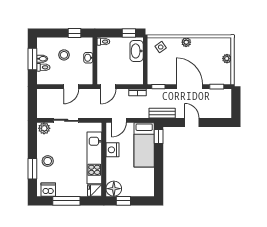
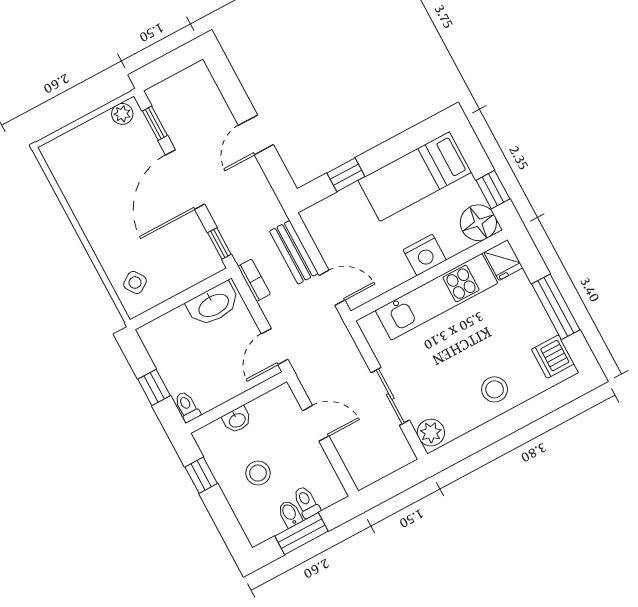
window: (129, 33) -> (154, 387), moved
plant: (186, 42) -> (97, 235), removed
washbasin: (137, 51) -> (213, 305), moved
plant: (227, 59) -> (122, 114), moved
door: (108, 87) -> (275, 347), swing flipped
bench: (162, 113) -> (294, 252), moved
window: (159, 136) -> (346, 175), moved
bed: (144, 145) -> (415, 176), moved, turned 180
nightstand: (112, 150) -> (425, 255), moved
window: (32, 169) -> (527, 413), removed

